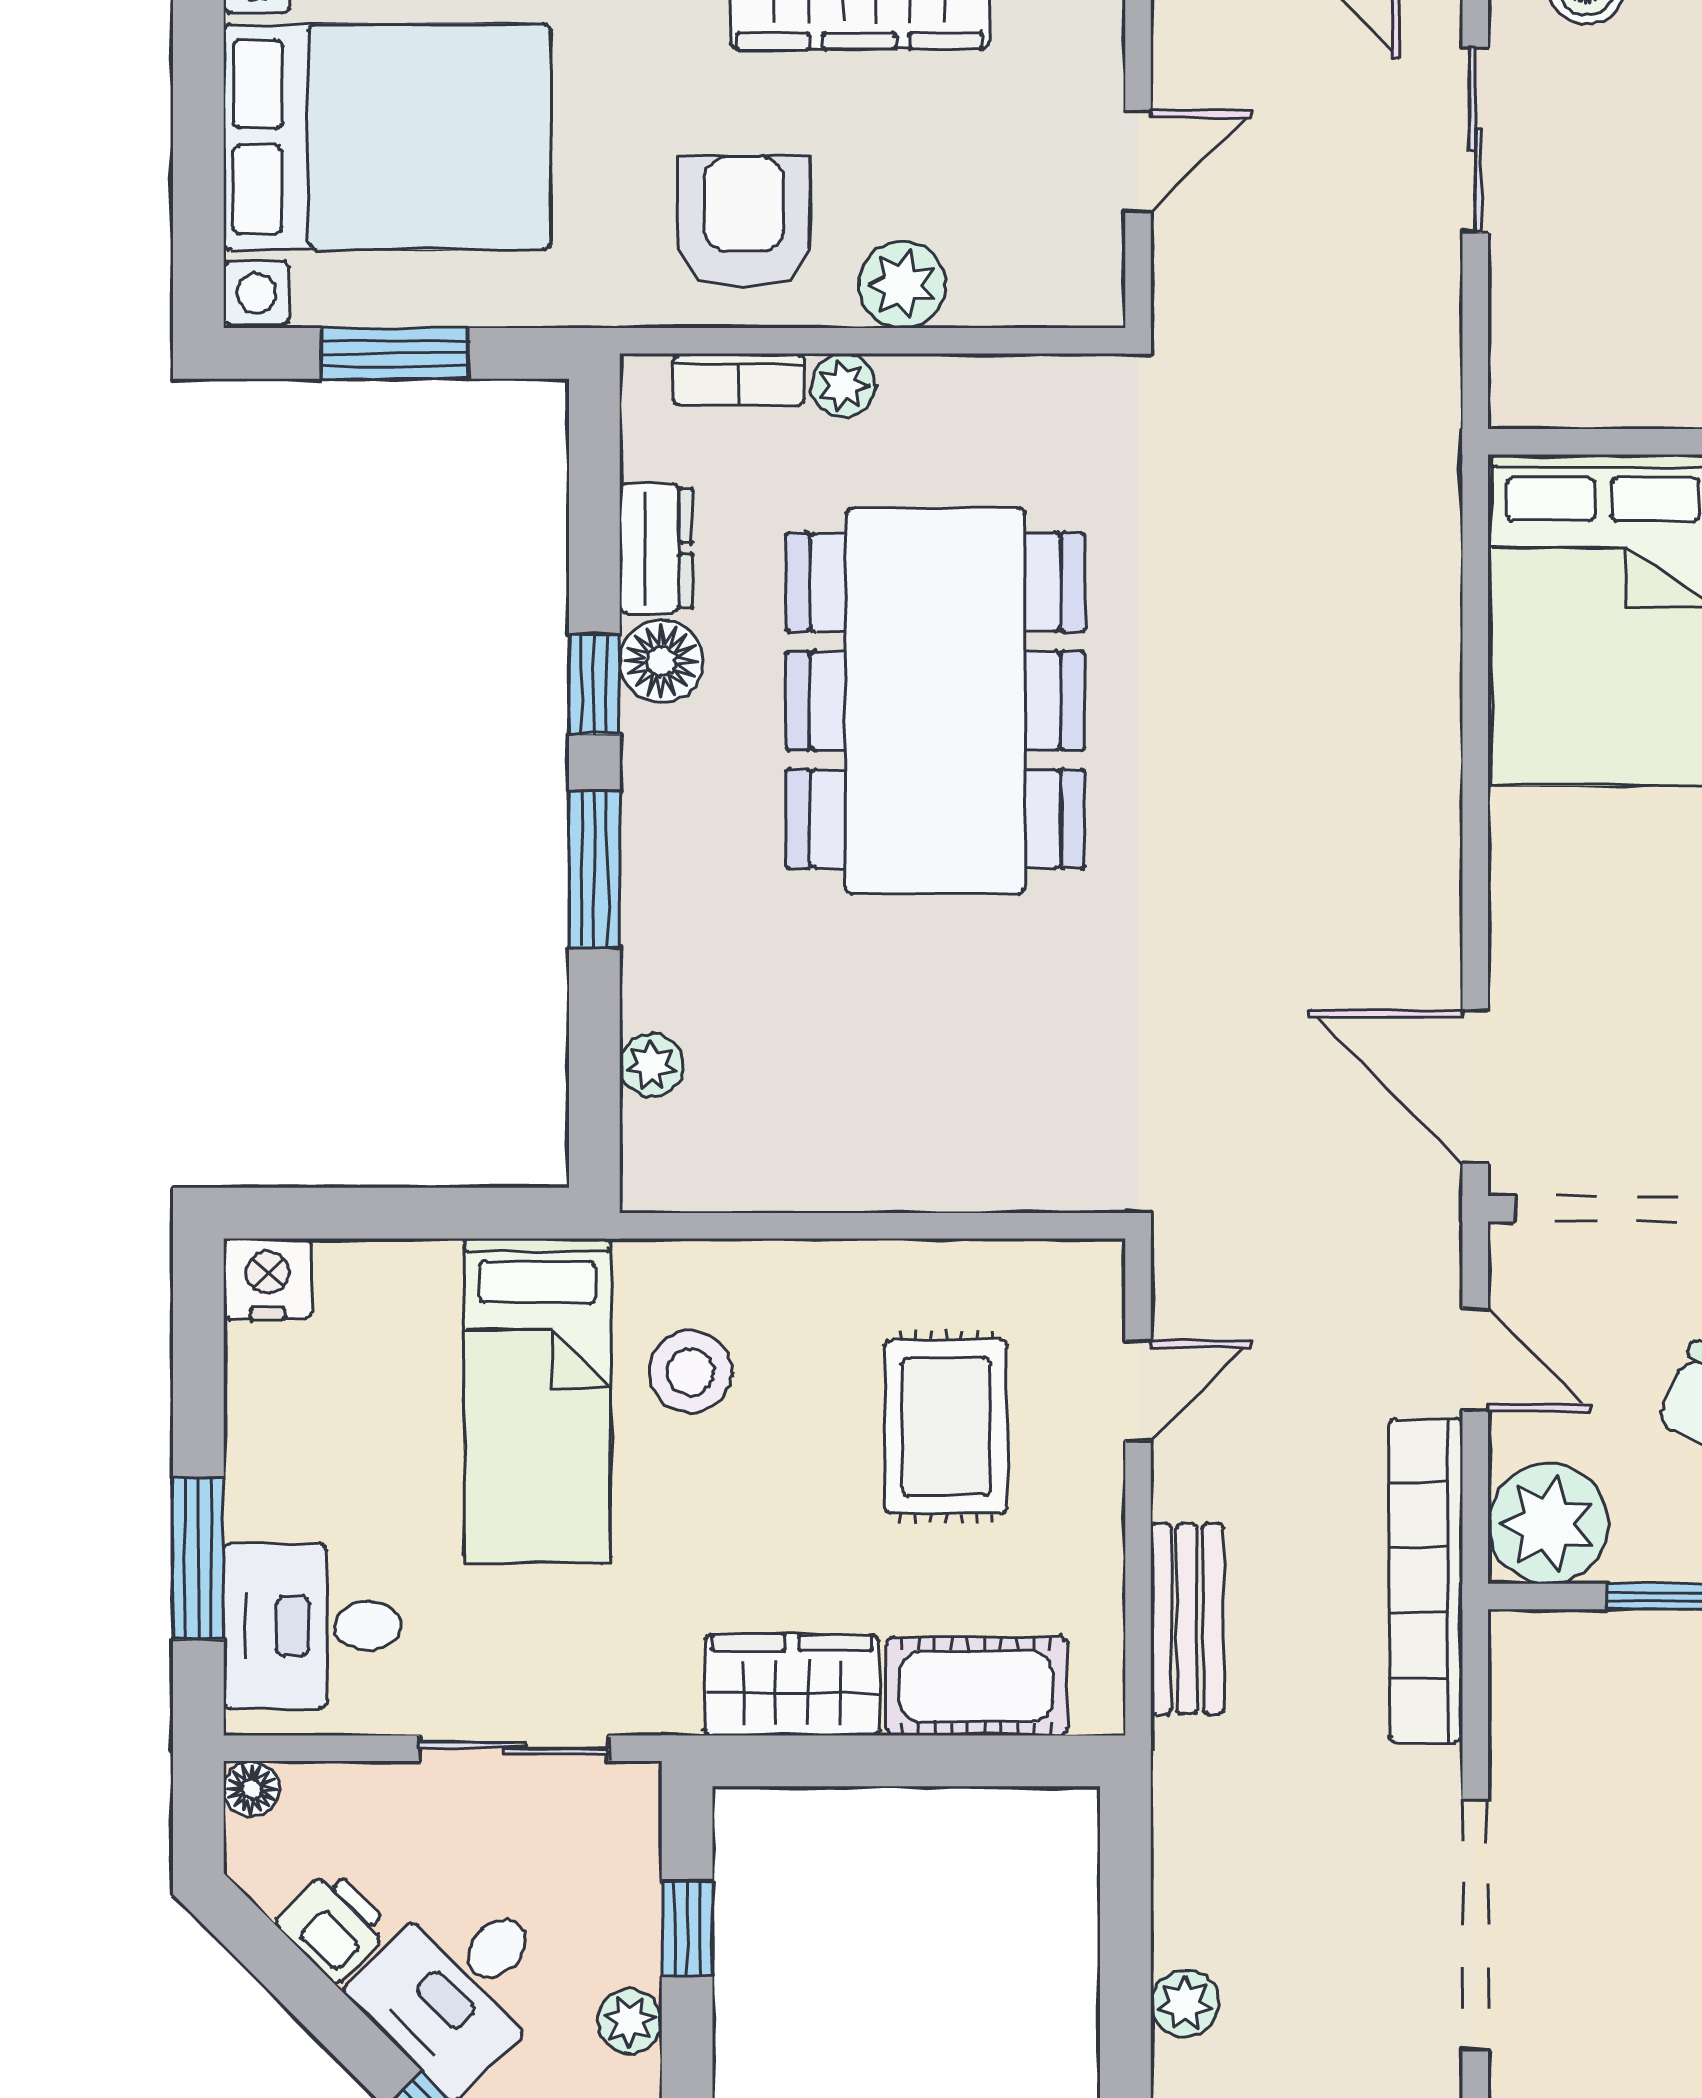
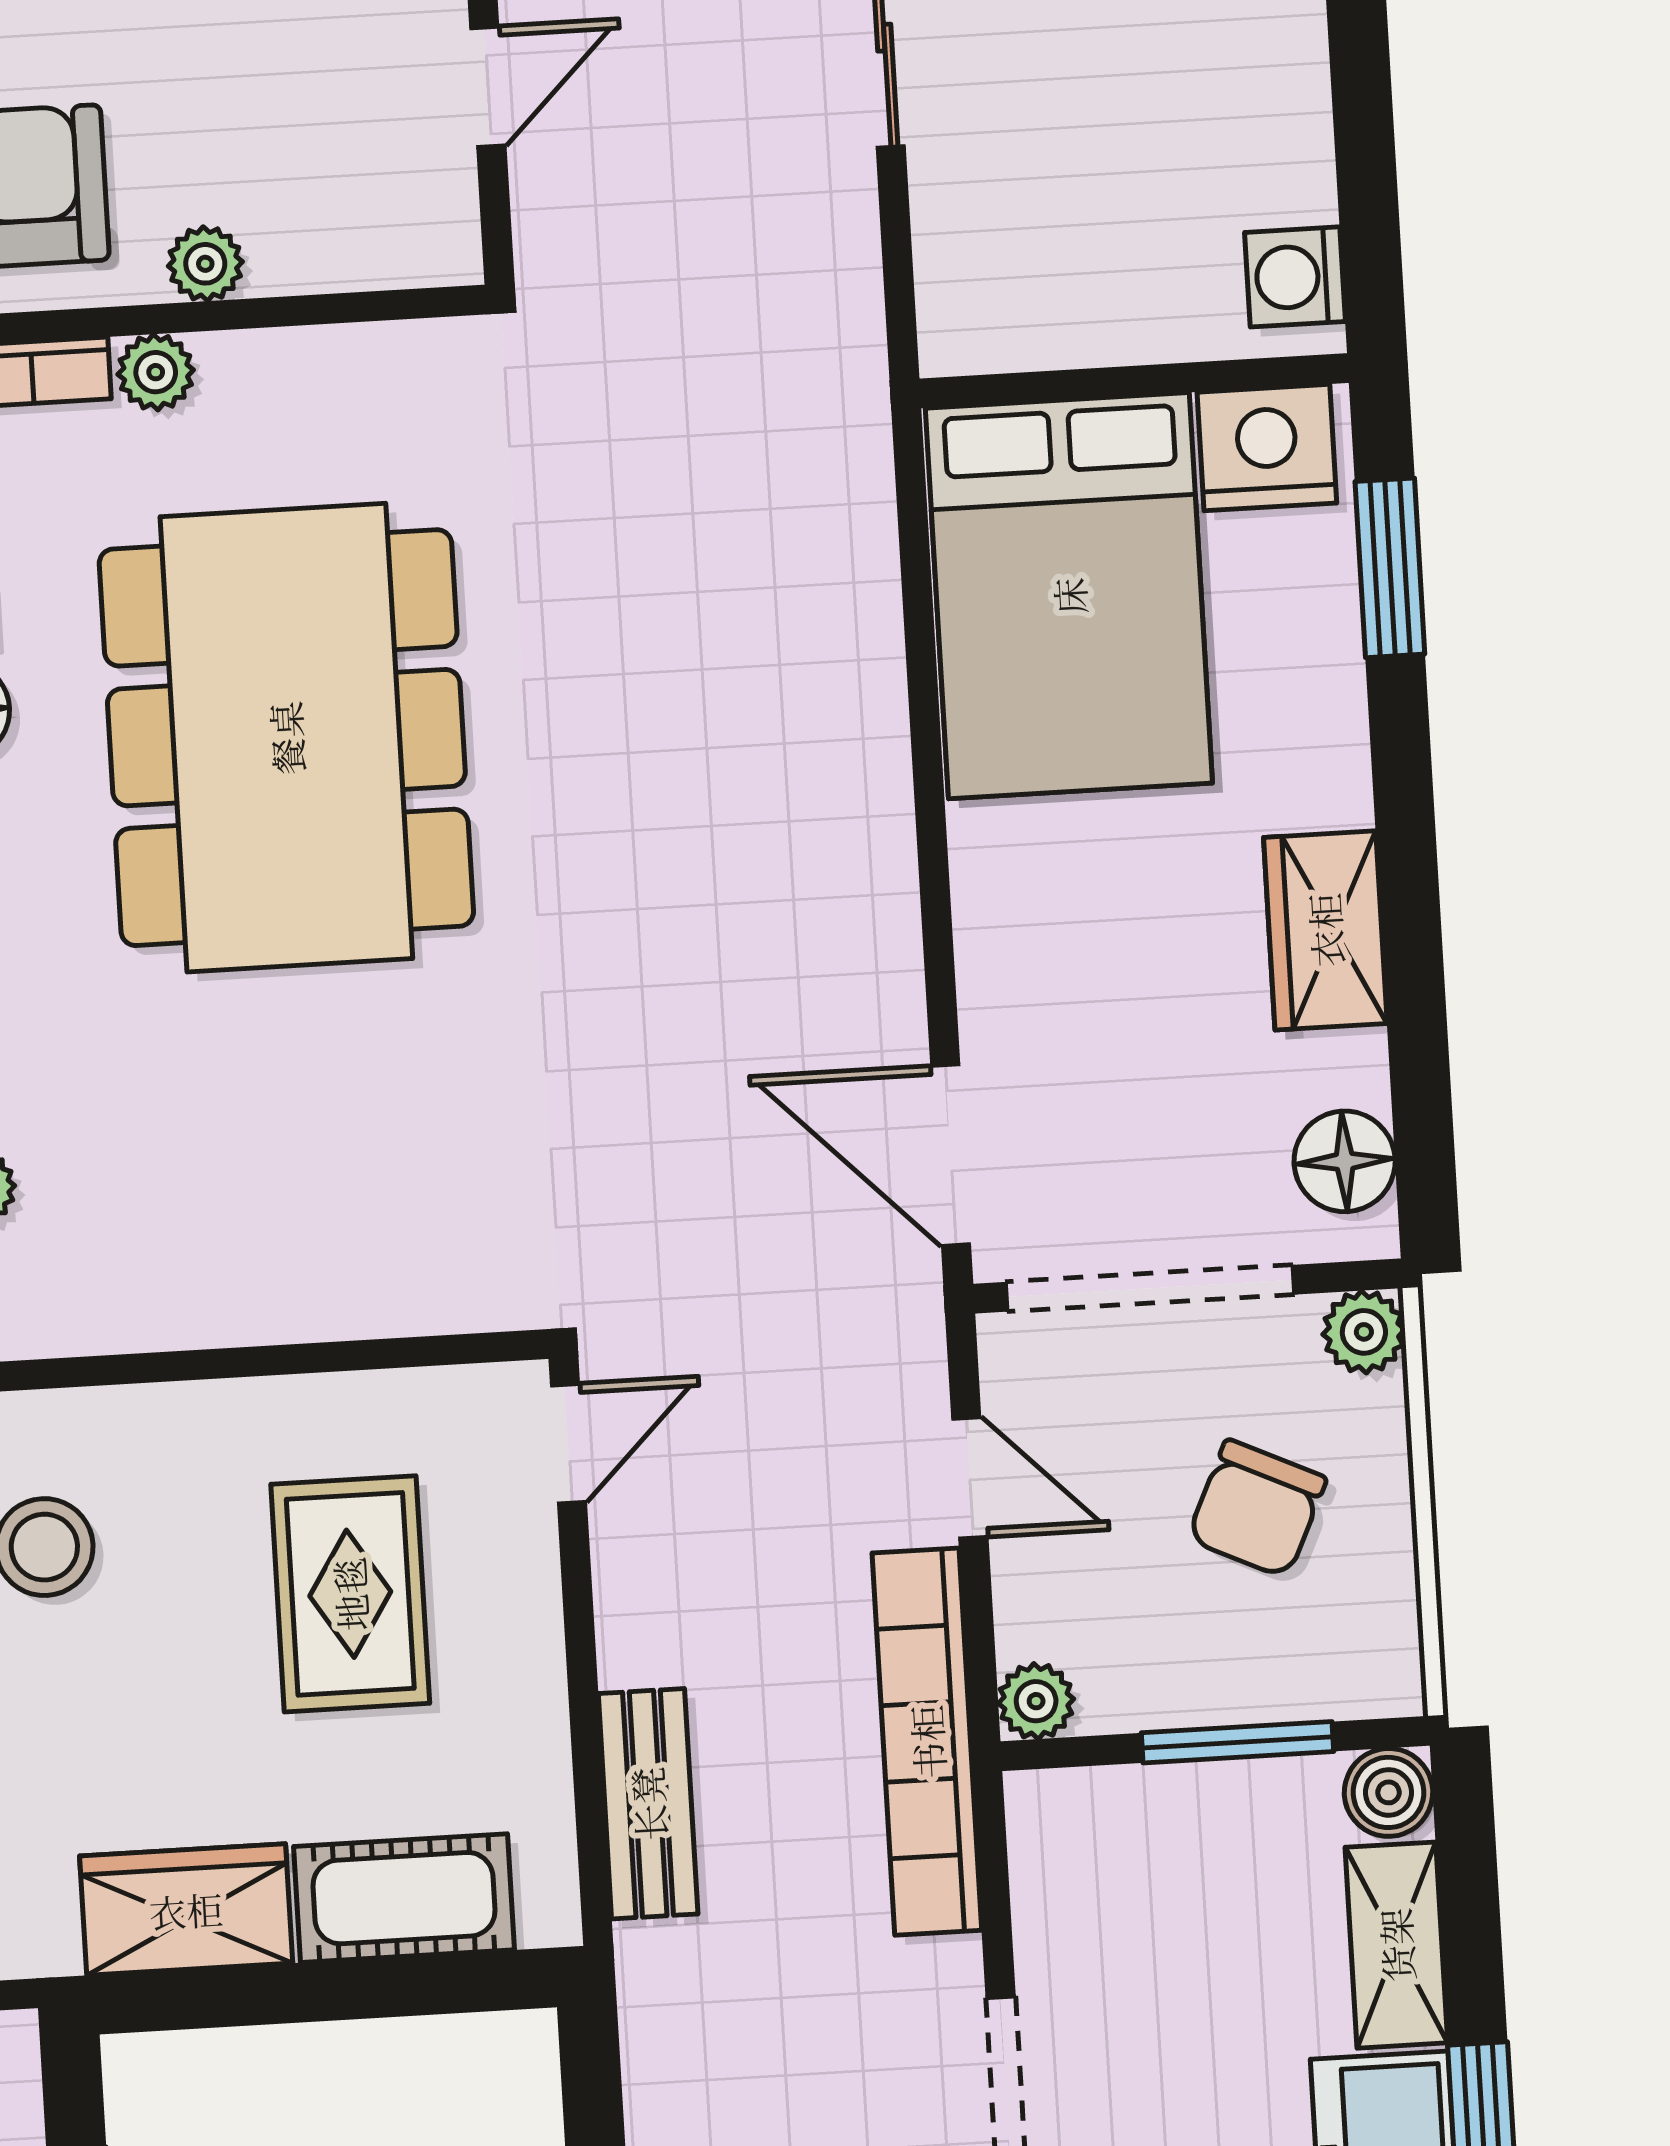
plant: (902, 285) -> (205, 264), width x0.73, depth x0.73
door: (1138, 1391) -> (568, 1444), moved
plant: (1548, 1524) -> (1036, 1701), width x0.53, depth x0.53

